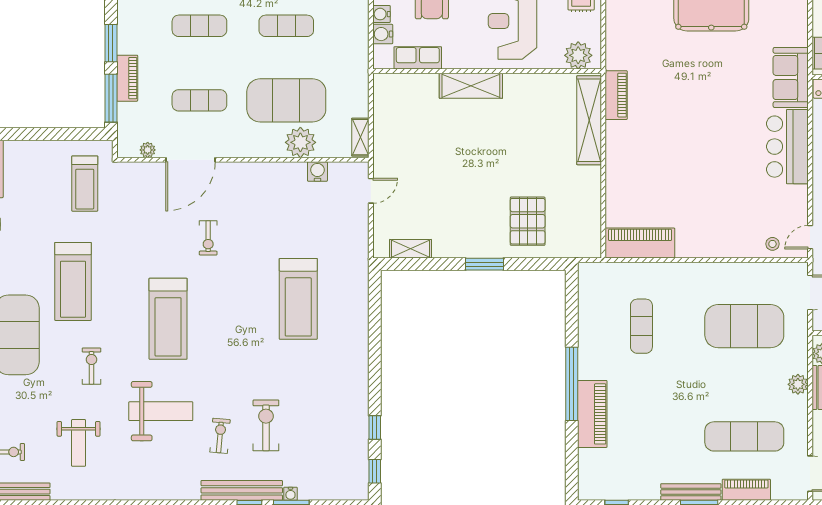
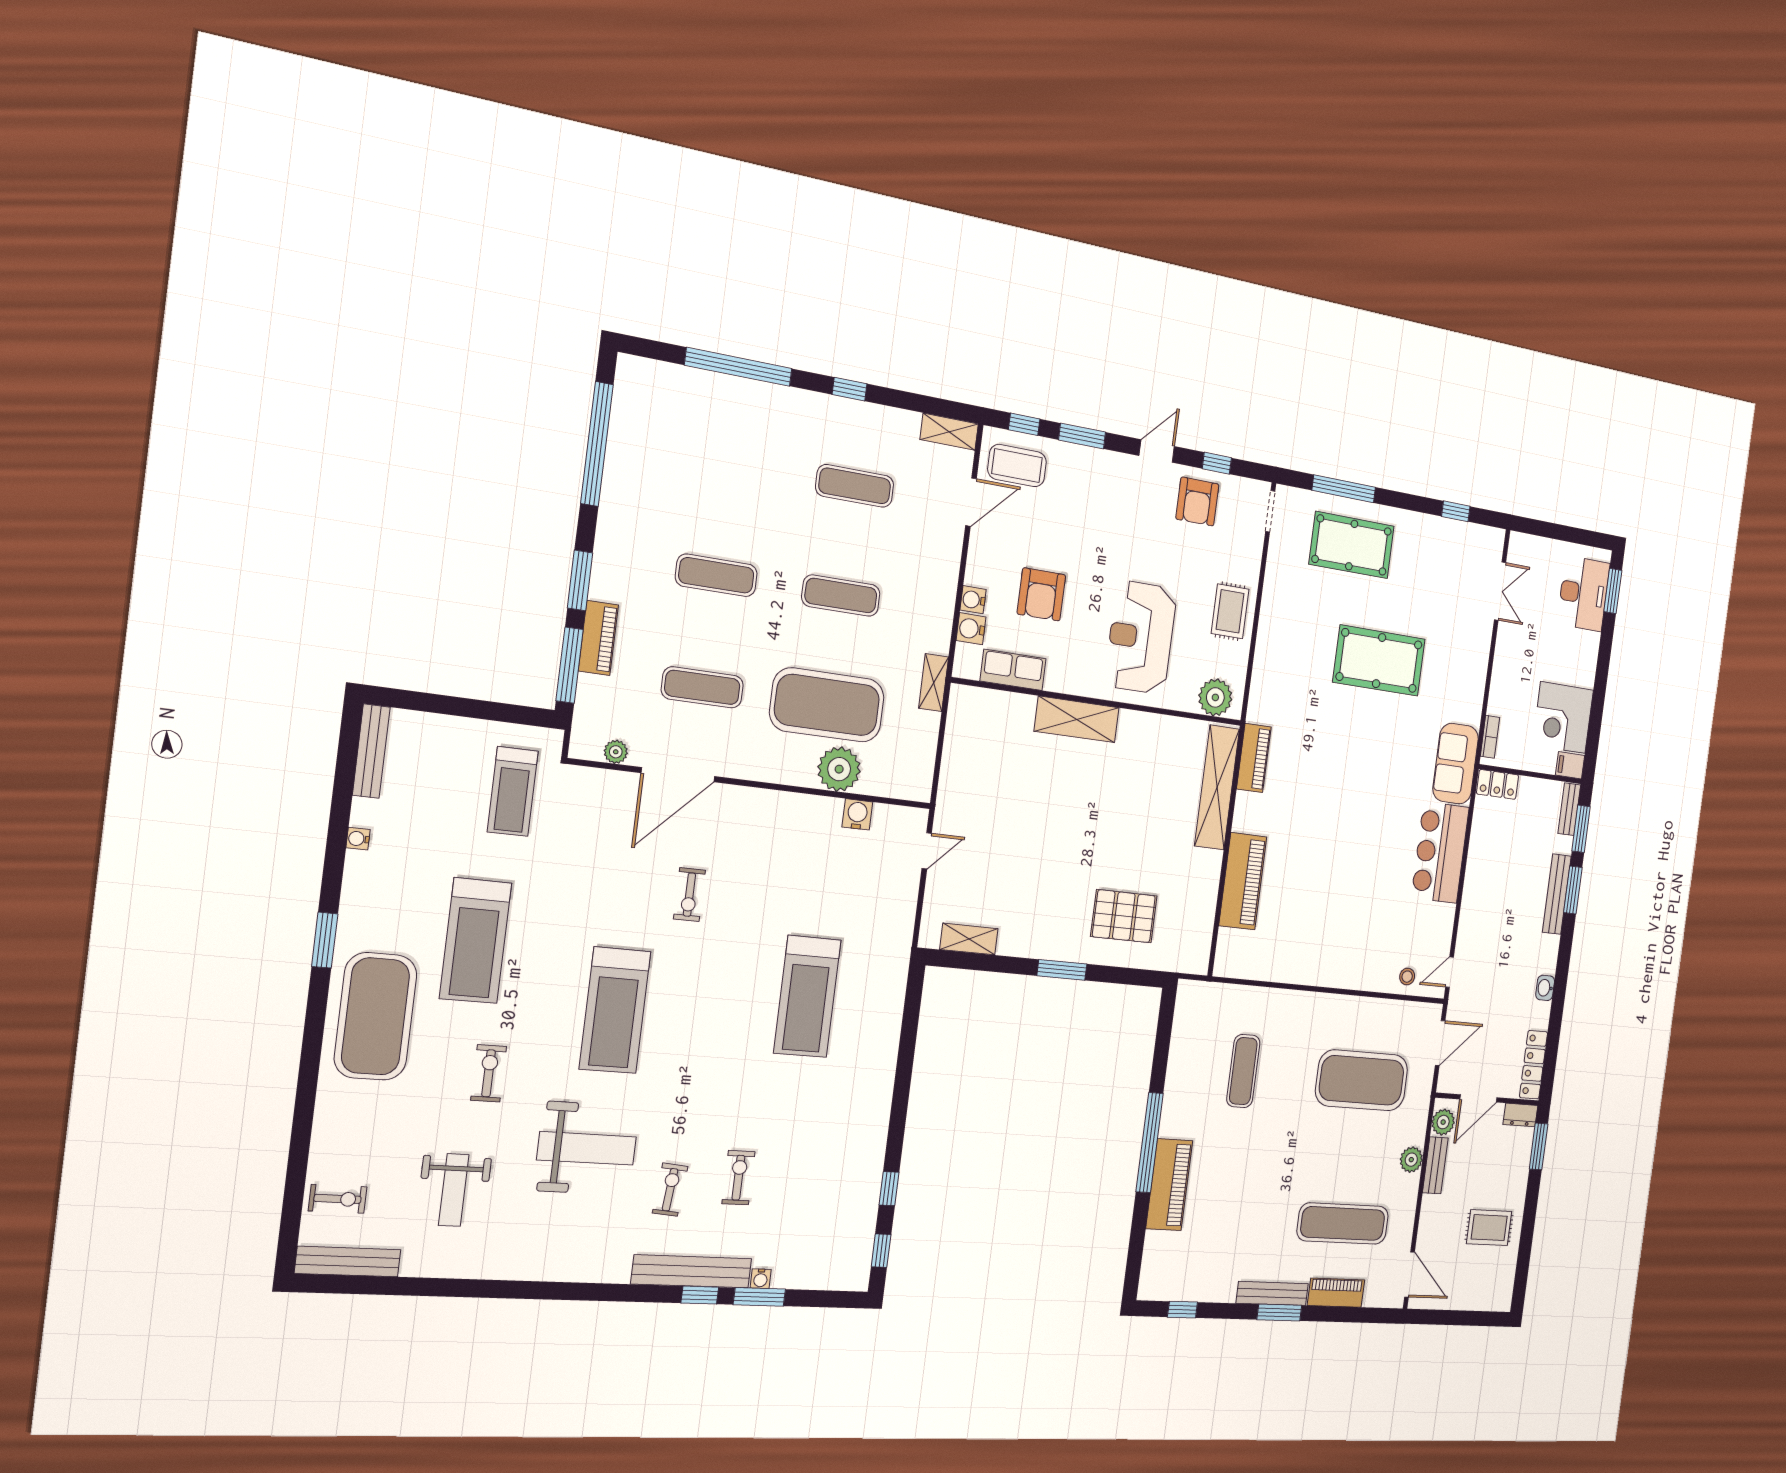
shelving: (360, 137) -> (934, 682), moved
pallet: (528, 221) -> (1124, 916), turned 90
piano: (640, 243) -> (1243, 881), moved, turned 90
exercise bike: (266, 425) -> (738, 1178), width x0.73, depth x0.72

